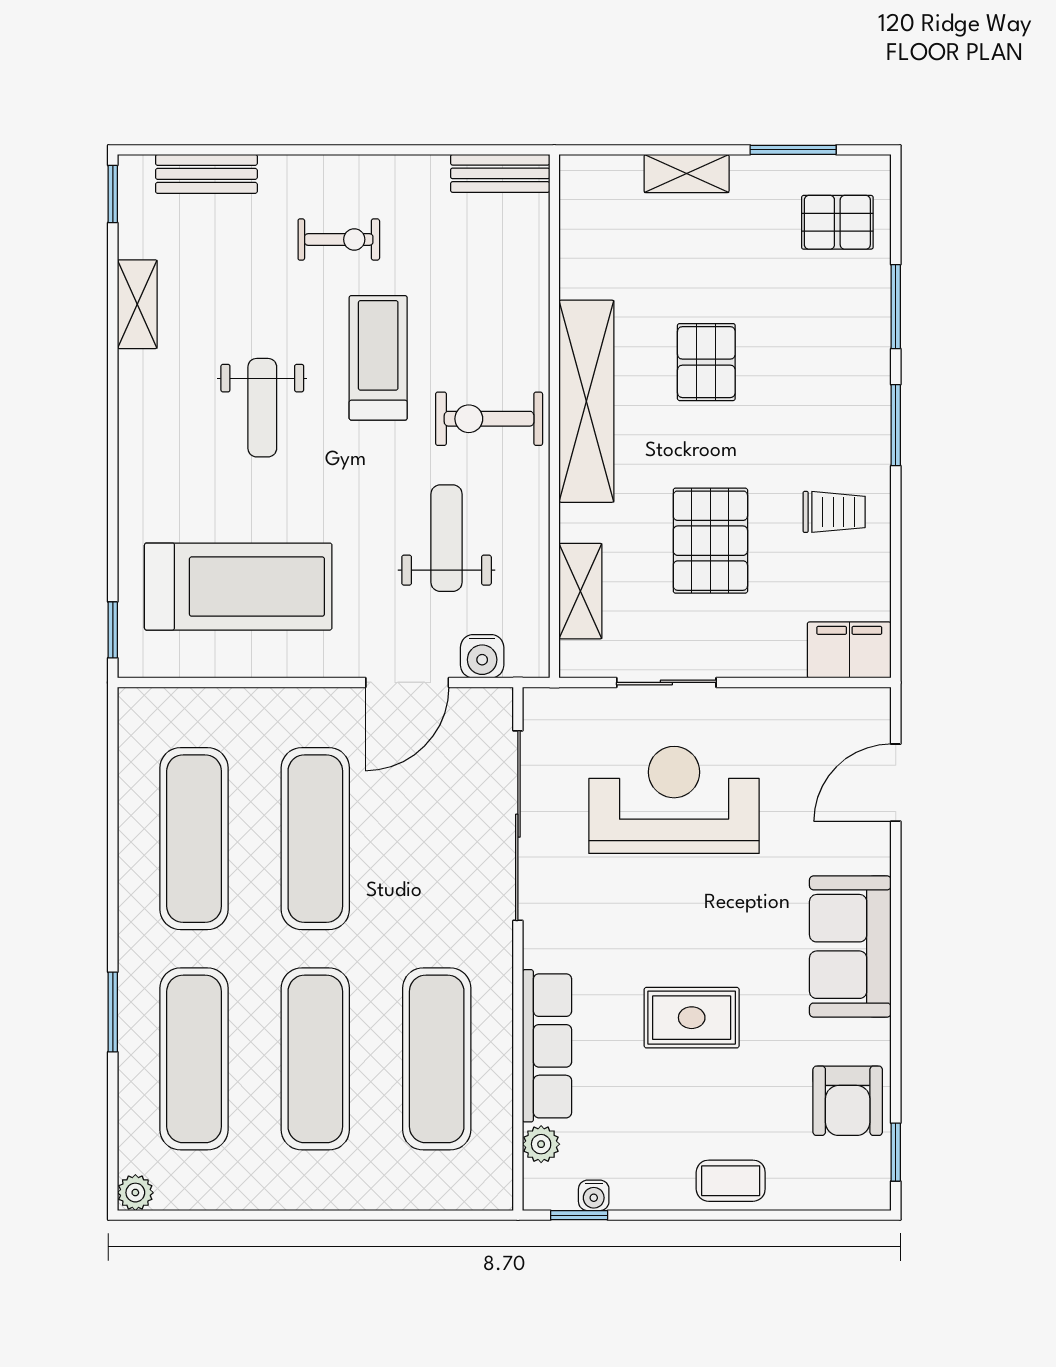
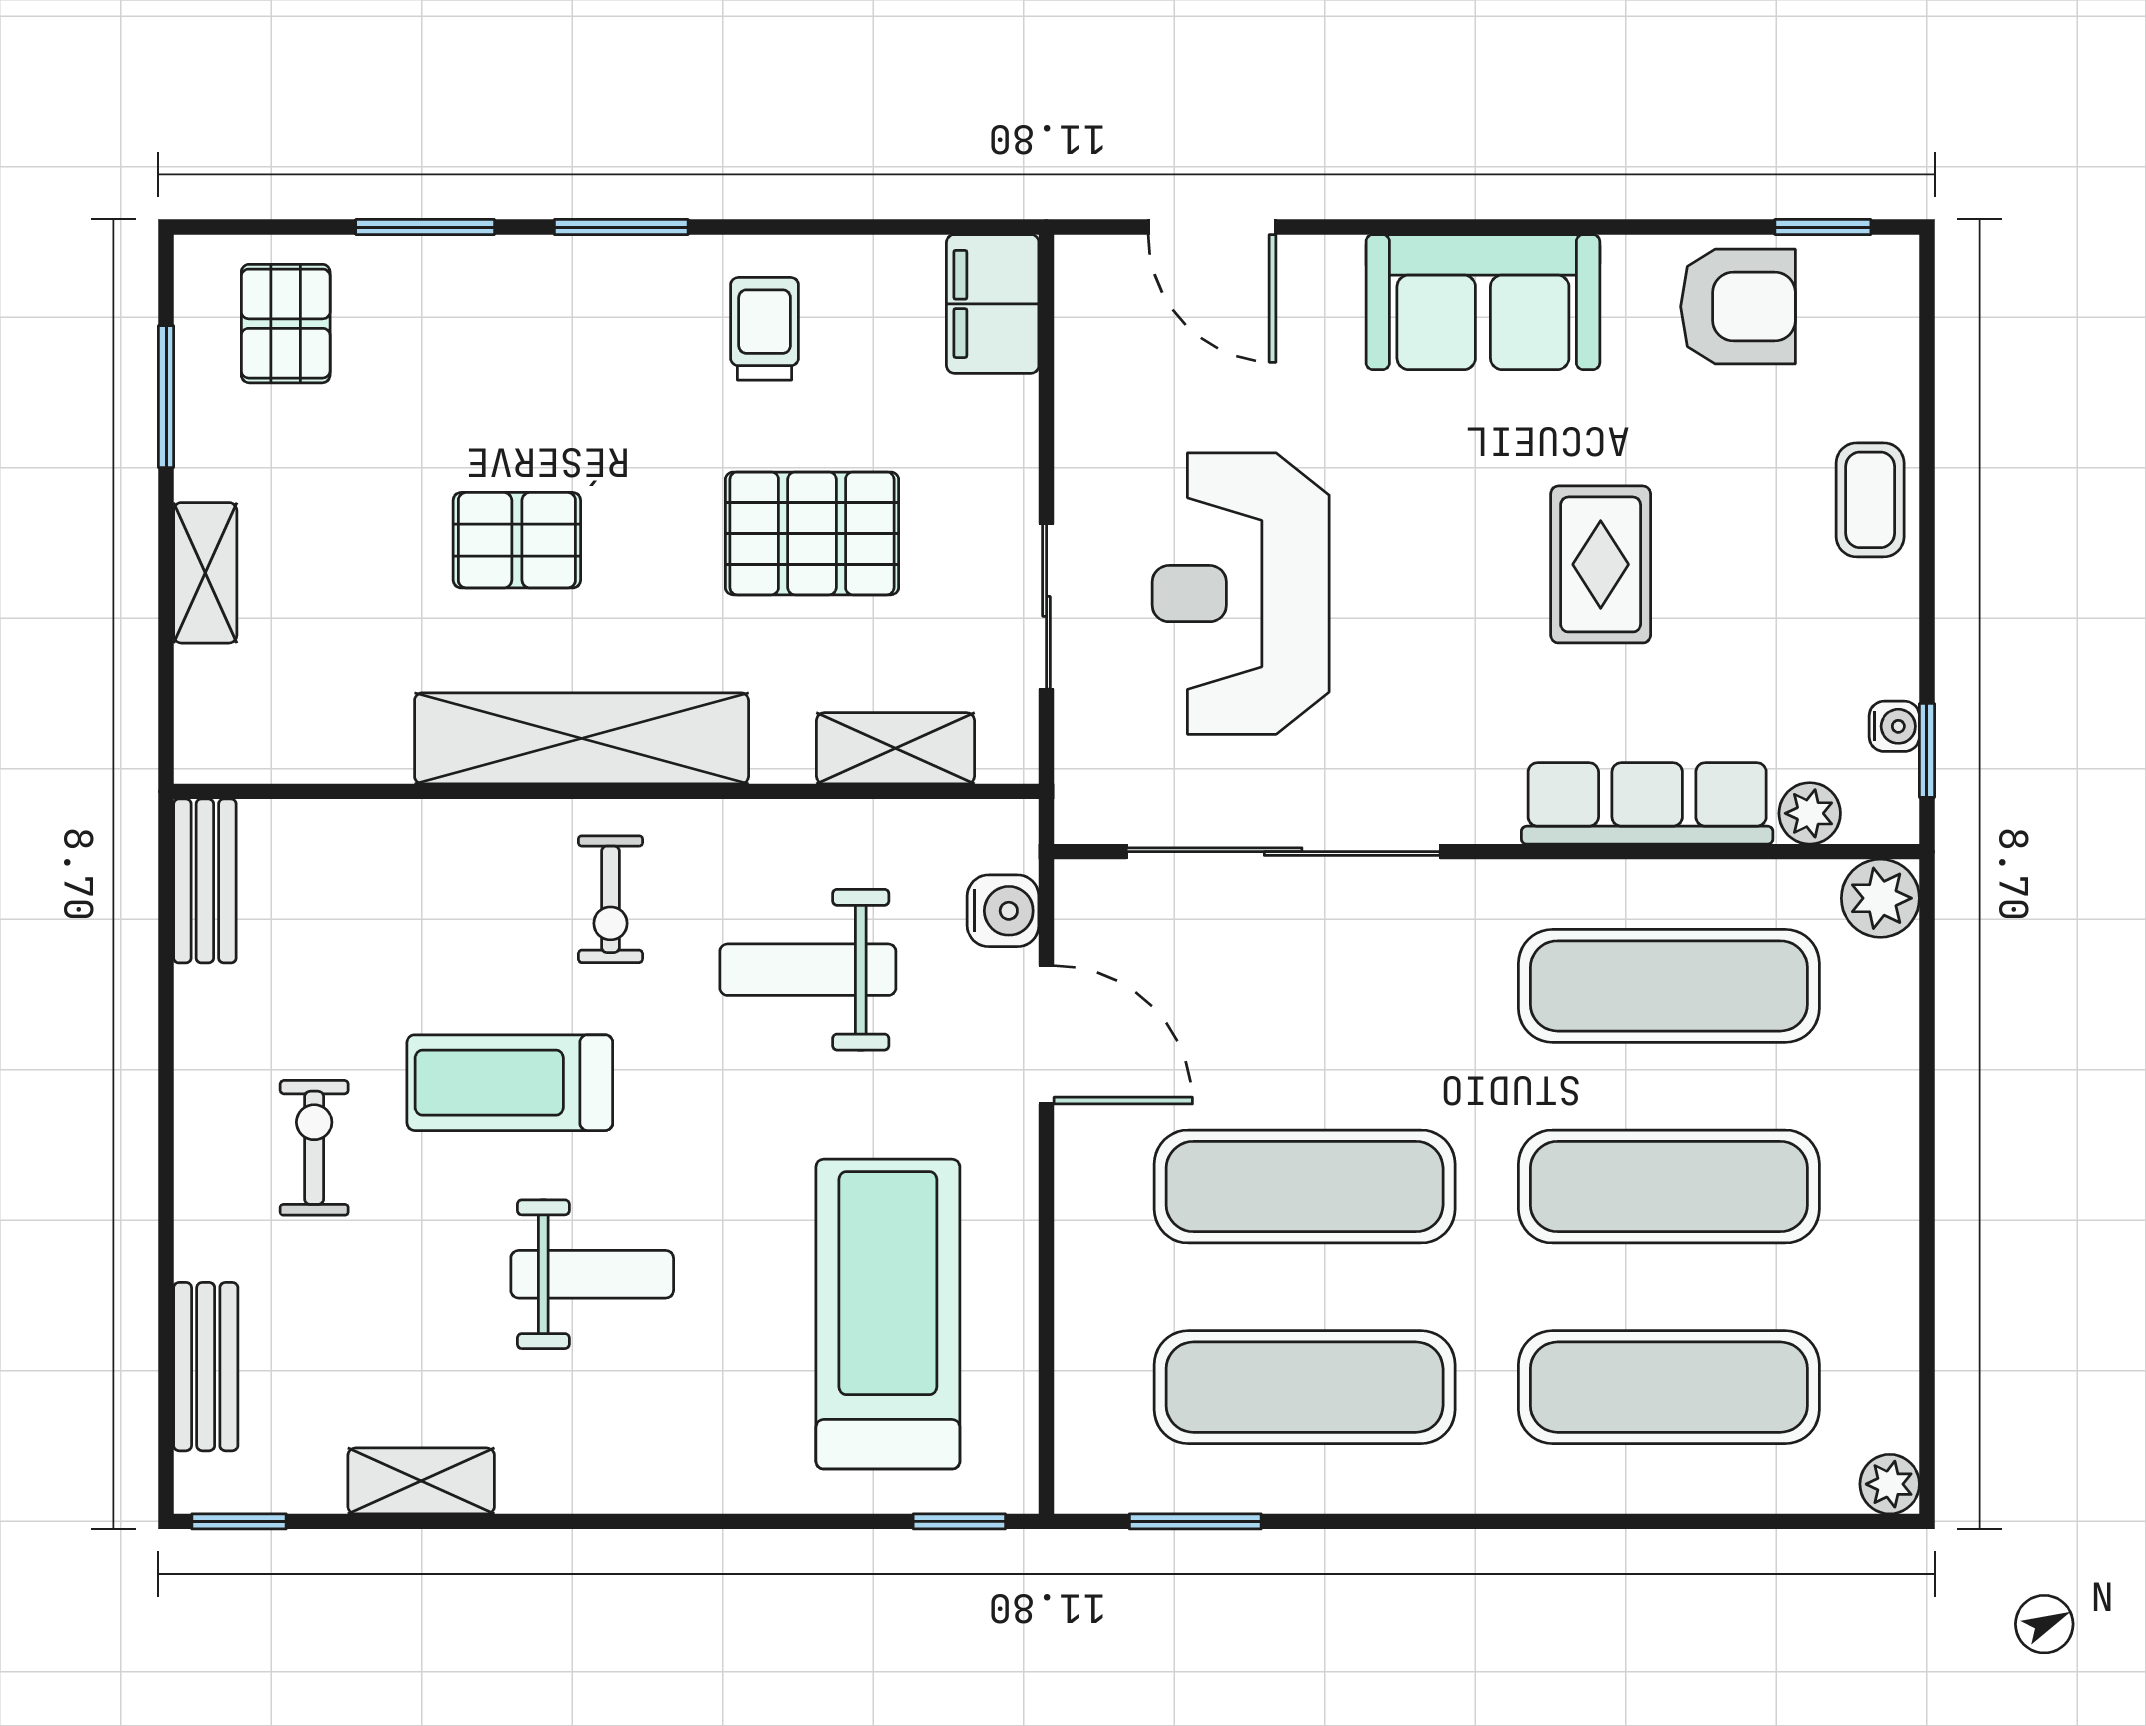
exercise bike: (489, 419) -> (610, 899), width x0.73, depth x0.72
window: (113, 1012) -> (1195, 1521), moved
plant: (490, 1187) -> (1880, 898), added

